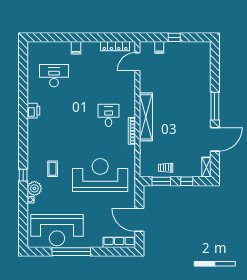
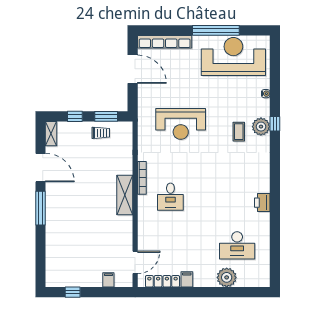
window: (174, 37) -> (73, 292), moved
filing cabinet: (76, 48) -> (187, 279), moved
plant: (63, 49) -> (227, 277), added
shelving: (146, 117) -> (125, 195), width x0.68
door: (215, 139) -> (41, 168), swing flipped
reception desk: (100, 175) -> (181, 124), width x0.74, depth x0.77
plant: (34, 188) -> (261, 127), moved
row of seats: (119, 242) -> (165, 42), width x1.36

